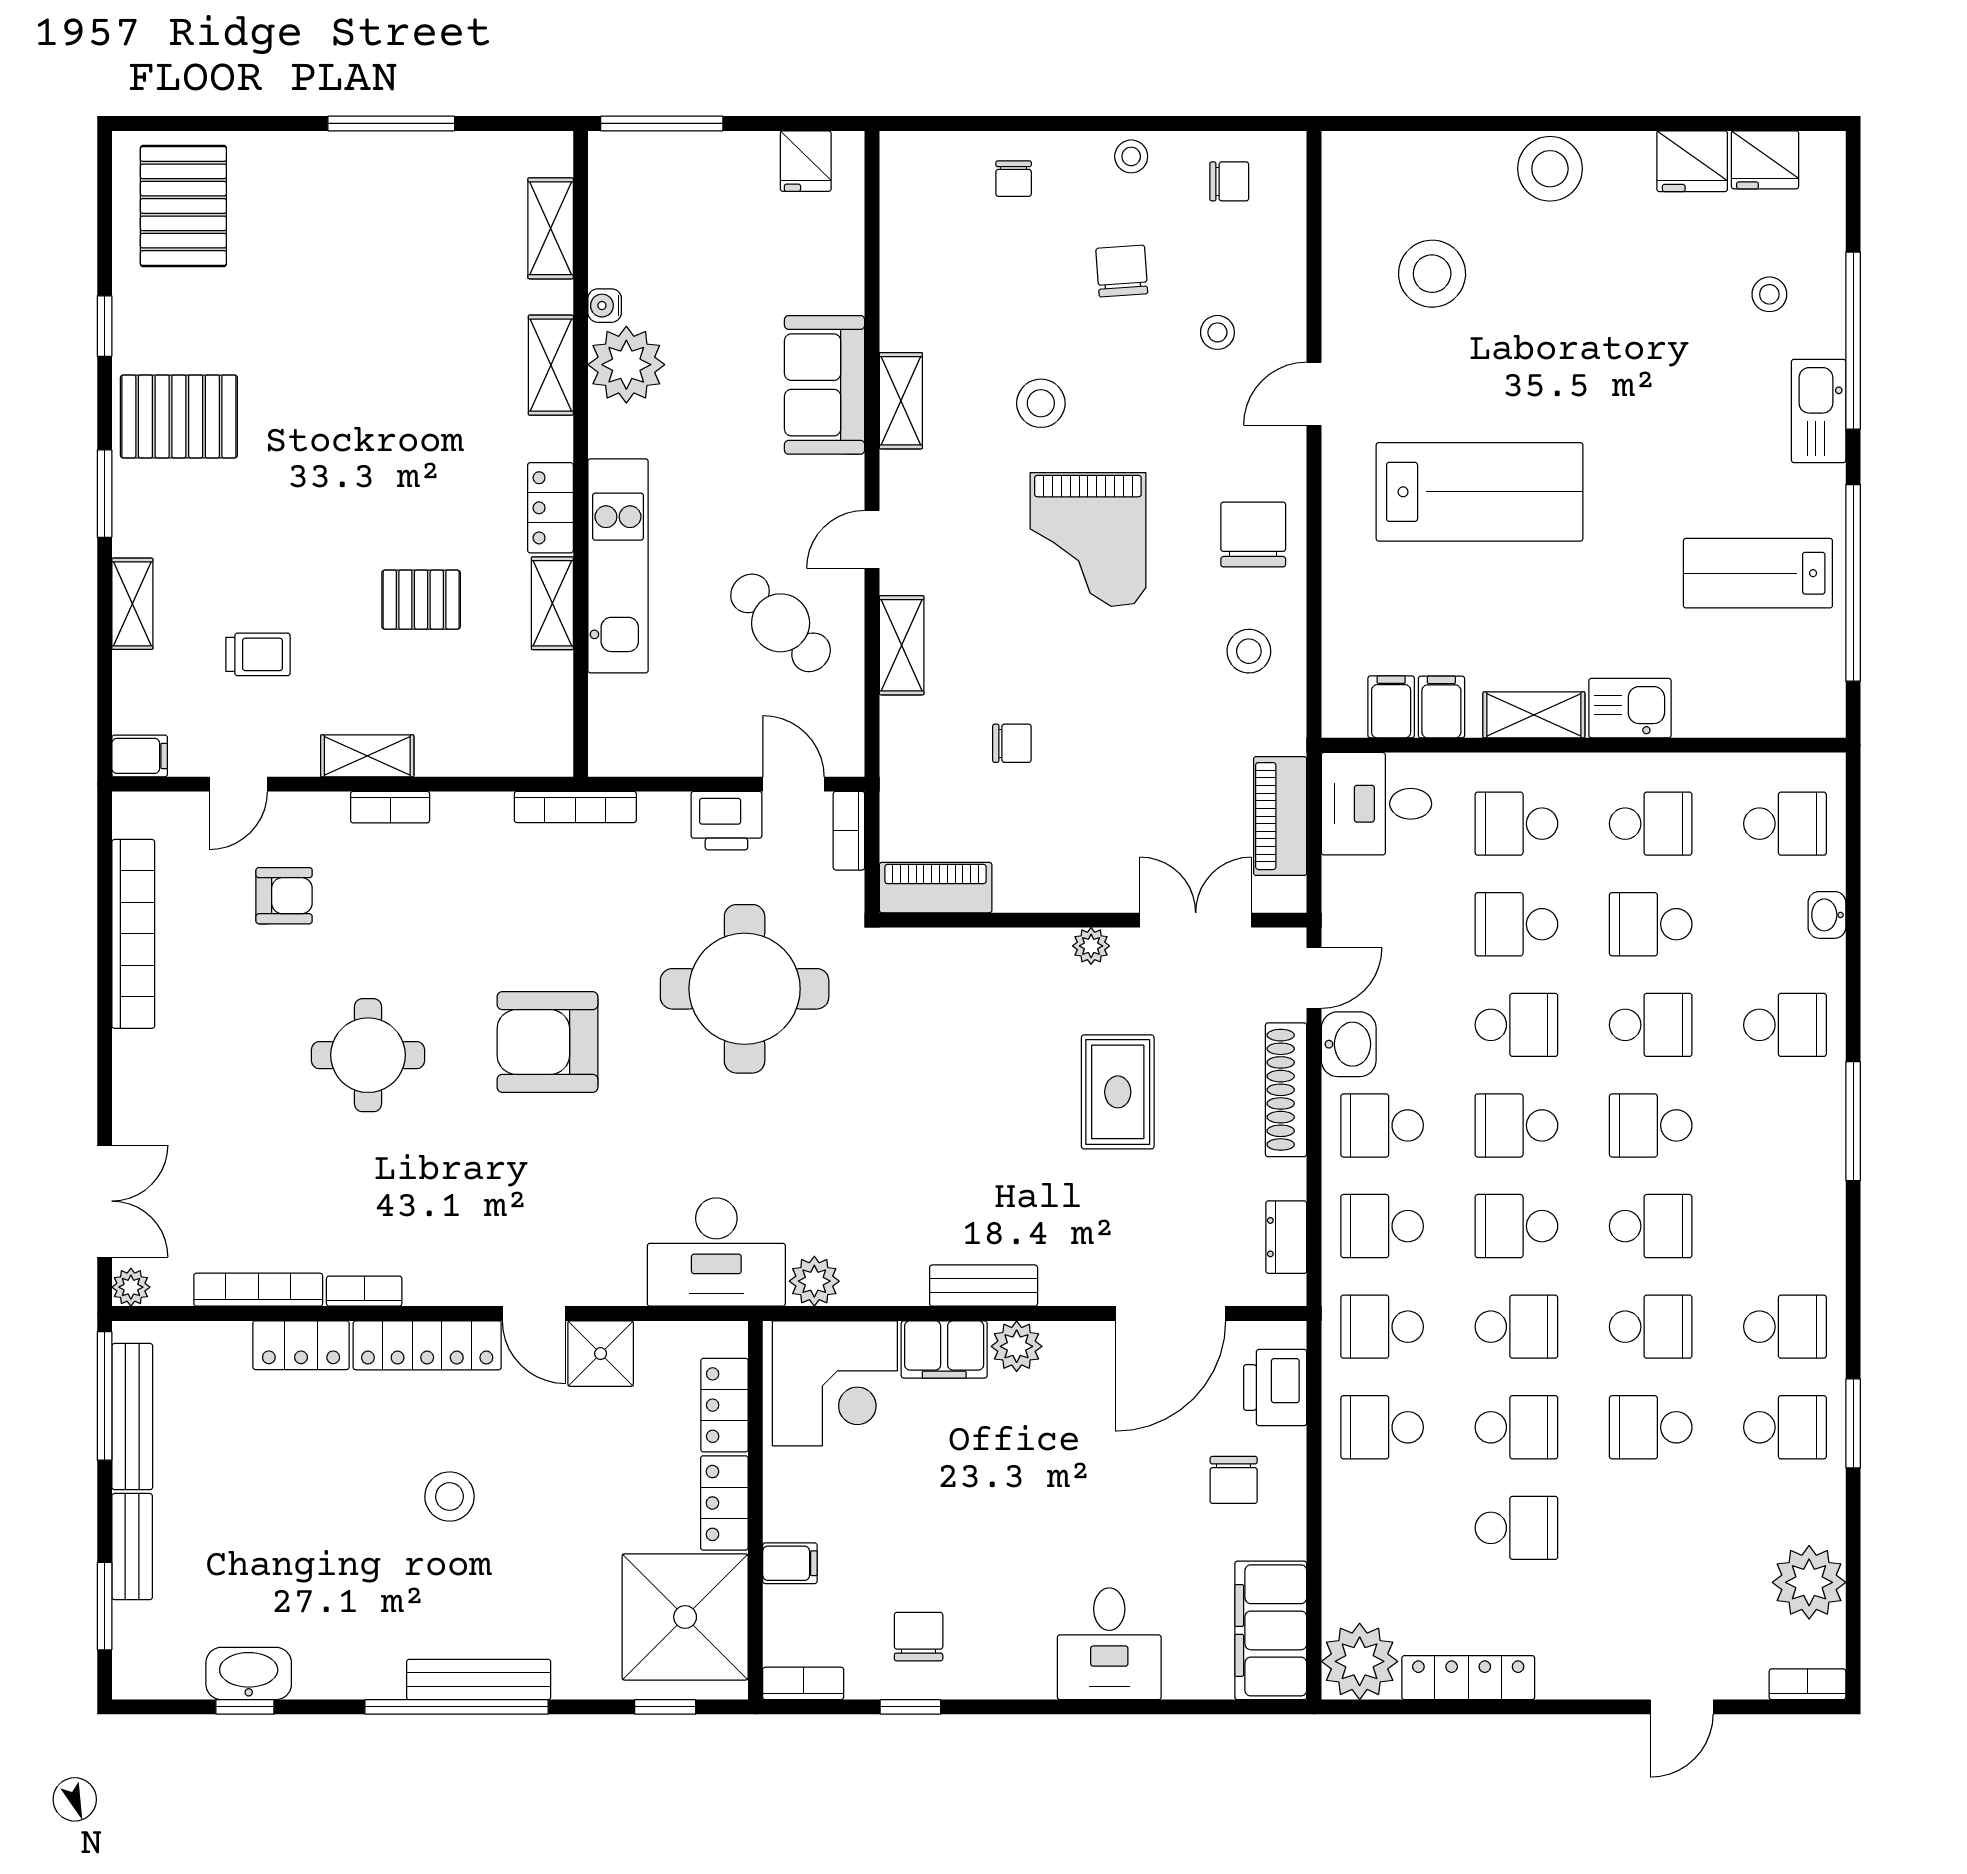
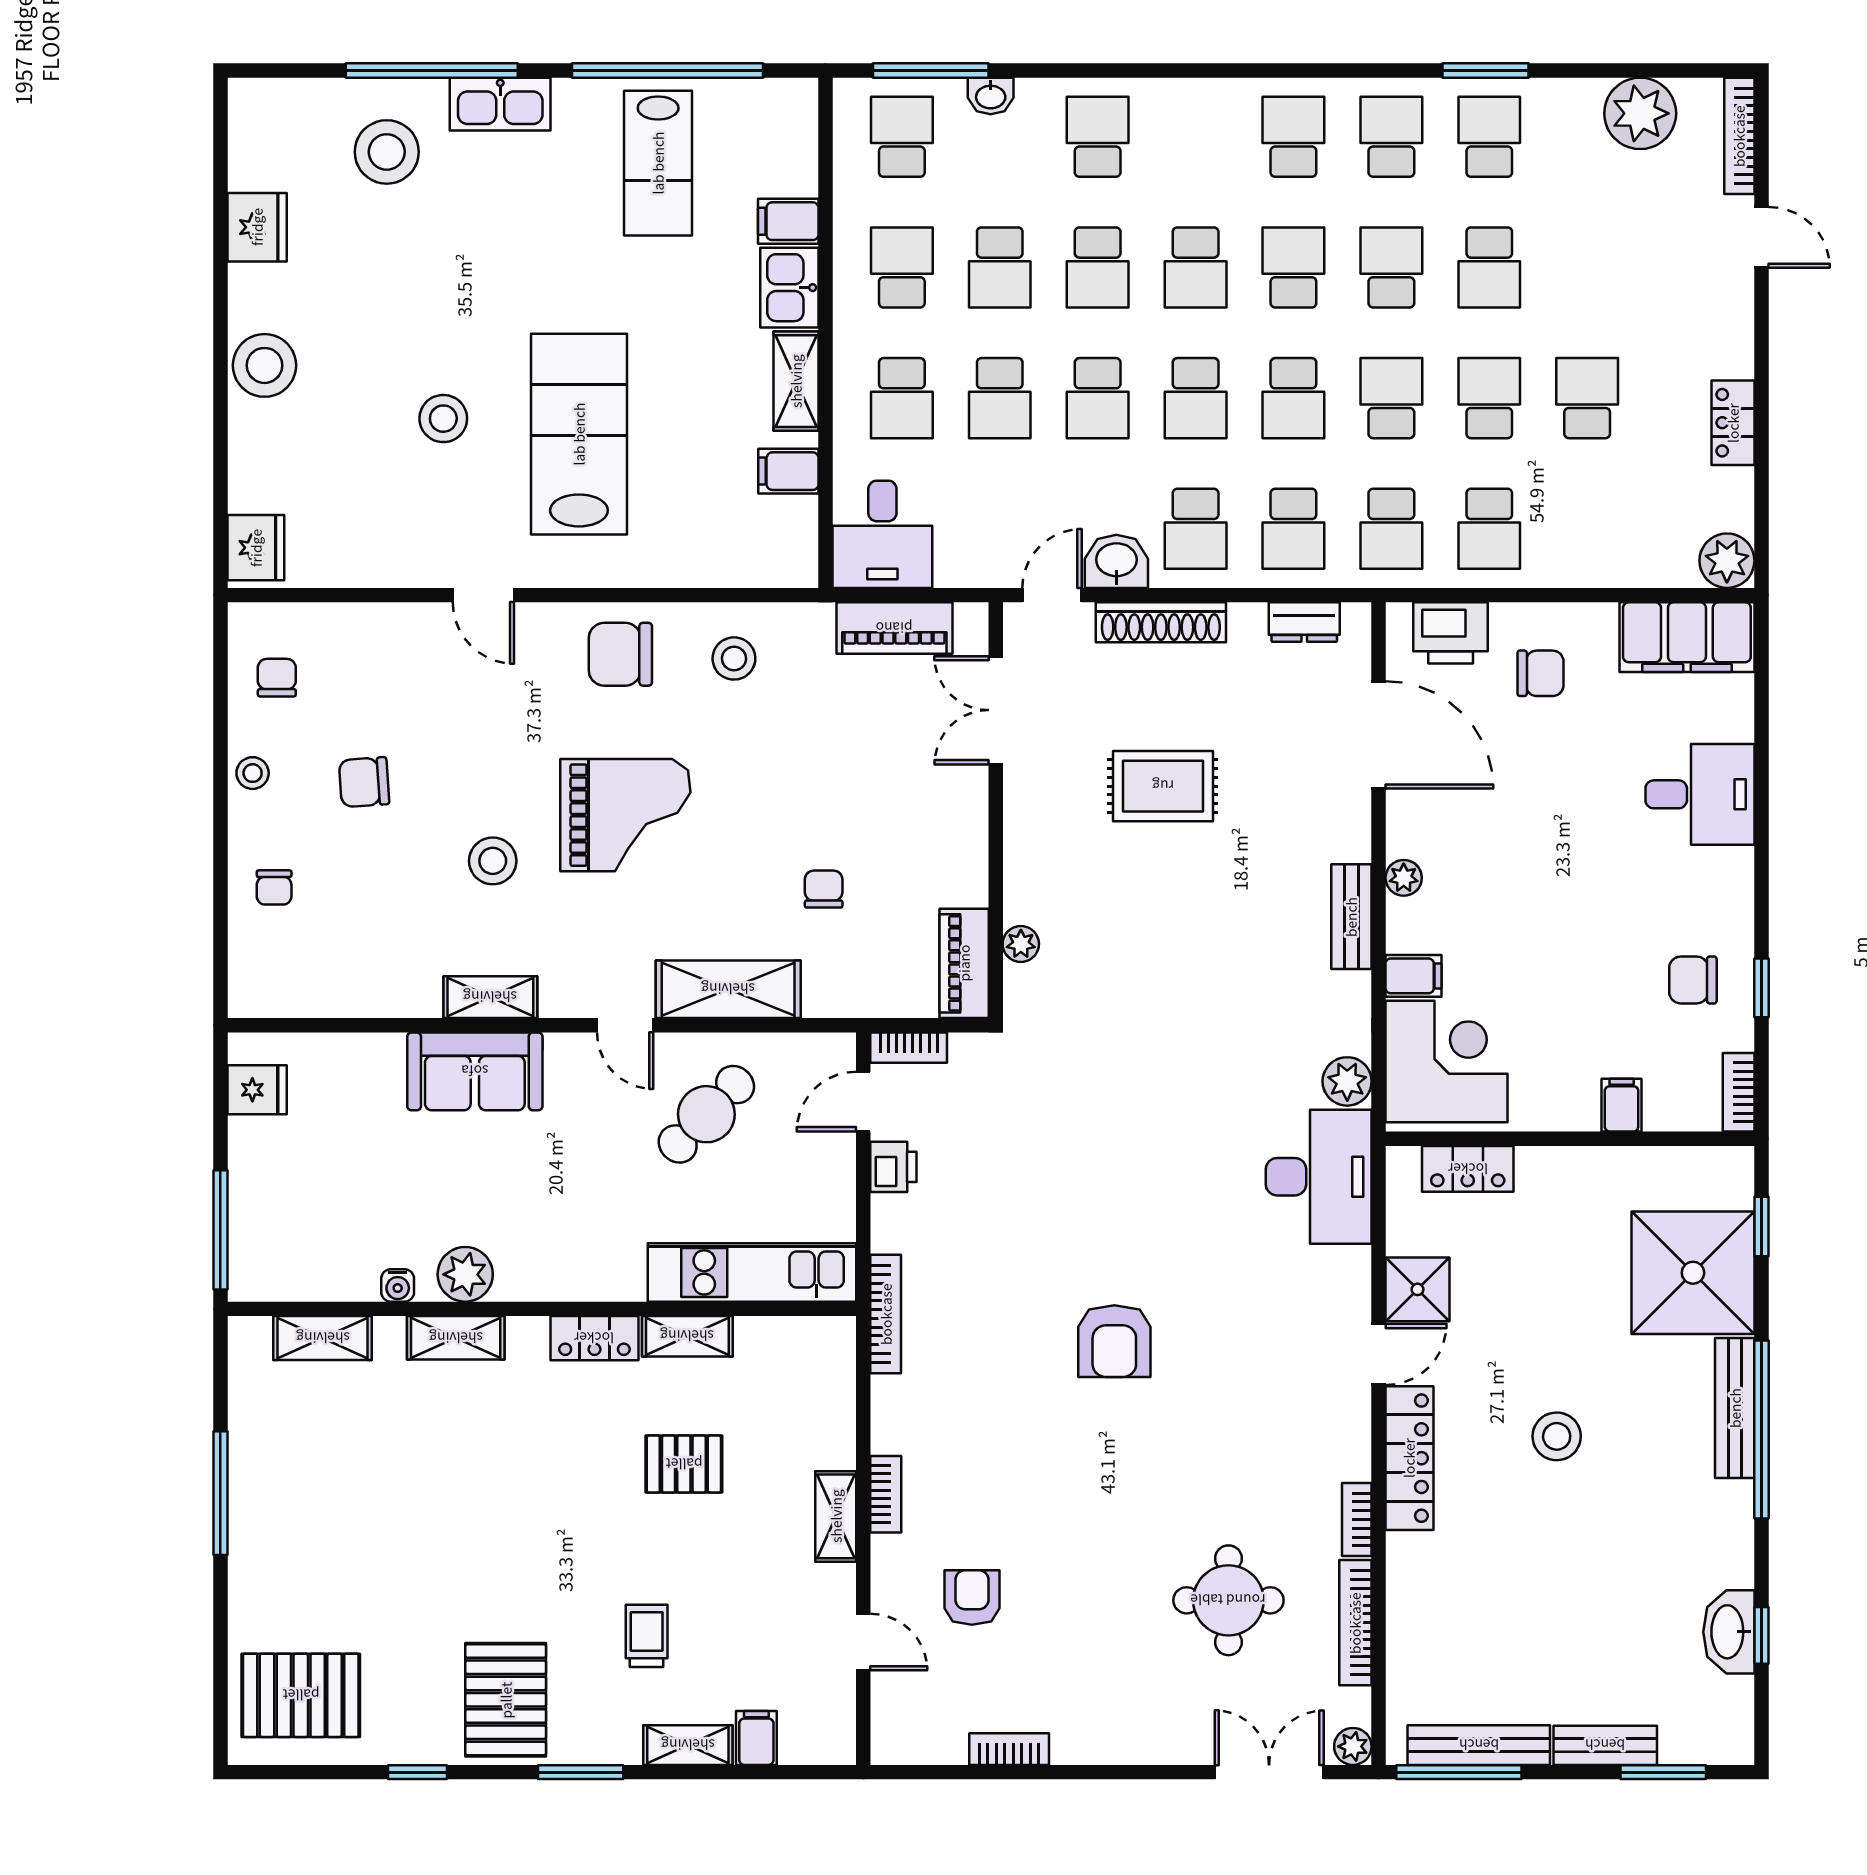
fridge: (1765, 160) -> (256, 548), moved
chair: (1014, 179) -> (274, 887), turned 90
stool: (1432, 274) -> (443, 419), moved, width x0.73, depth x0.73
stool: (1769, 294) -> (387, 152), width x1.89, depth x1.89
stool: (1217, 332) -> (424, 689), removed
plant: (626, 365) -> (465, 1274), width x0.73, depth x0.73
kitchen unit: (618, 566) -> (752, 1272), moved
pallet: (421, 600) -> (684, 1464), turned 90
shelving: (902, 645) -> (728, 989), width x1.50, depth x1.33
trolley: (258, 654) -> (647, 1636), moved
filing cabinet: (1391, 707) -> (788, 221), moved
filing cabinet: (140, 756) -> (756, 1738), moved
printer: (726, 821) -> (893, 1167), width x0.73, depth x0.81
bookcase: (133, 934) -> (1009, 1749), width x0.43, depth x0.76
plant: (1091, 946) -> (1021, 944), moved
door: (1314, 978) -> (1052, 595), hinge flipped
round table: (745, 989) -> (1063, 1149), removed
school desk: (1516, 1025) -> (1098, 398), turned 180
school desk: (1651, 1025) -> (1098, 267), turned 180
armchair: (547, 1042) -> (1114, 1341), width x0.73, depth x0.73
round table: (368, 1055) -> (1228, 1600), moved
window: (1853, 1121) -> (931, 70), moved
school desk: (1785, 1226) -> (1293, 137), added
locker: (301, 1345) -> (1409, 1581), removed
plant: (1017, 1346) -> (1404, 878), width x0.73, depth x0.73
filing cabinet: (944, 1349) -> (1414, 976), width x0.50
locker: (724, 1503) -> (1563, 1169), removed
shower: (685, 1617) -> (1693, 1273), moved
plant: (1360, 1661) -> (1727, 561), width x0.73, depth x0.73
locker: (1468, 1678) -> (1733, 423), width x0.66
bookcase: (1807, 1684) -> (1739, 136), width x1.56

